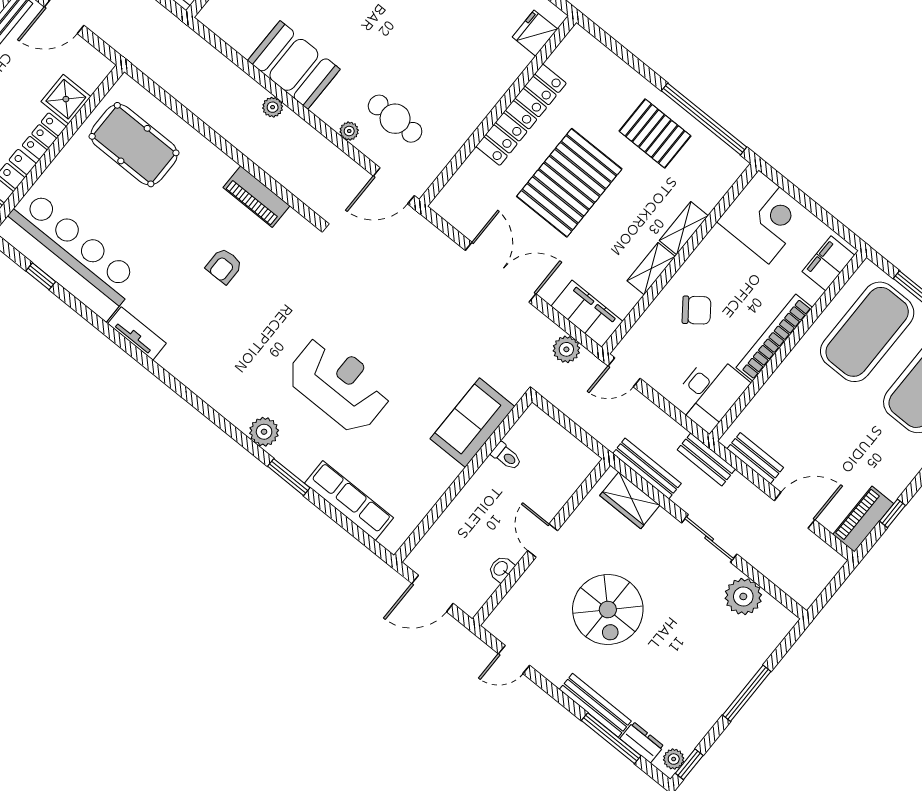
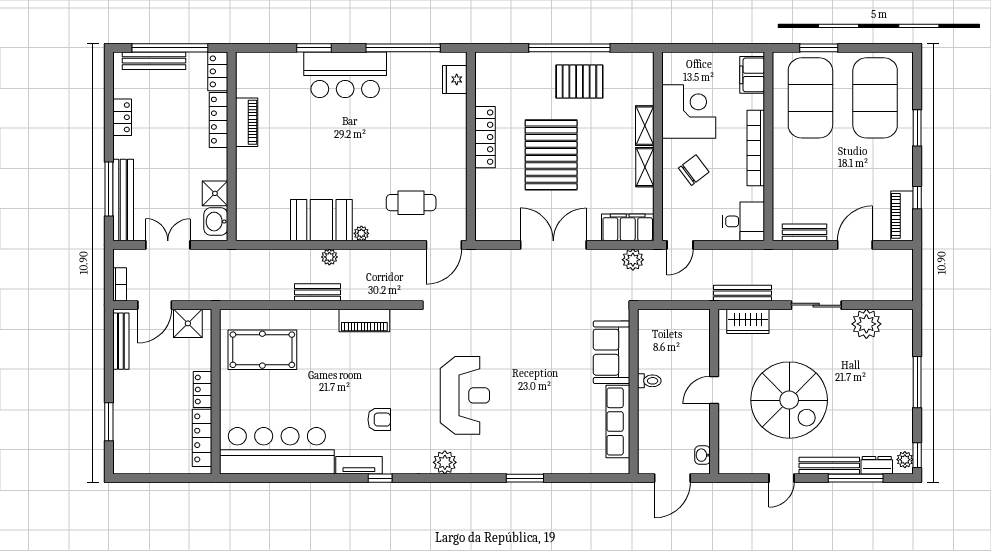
shower: (66, 99) -> (188, 323), moved
locker: (521, 115) -> (485, 137), width x0.71, depth x0.83
window: (704, 119) -> (569, 48), moved
plant: (349, 131) -> (361, 233), moved
corner desk: (764, 217) -> (689, 111), moved
armchair: (224, 266) -> (379, 420), moved, turned -90
window: (41, 276) -> (380, 478), moved
reception desk: (339, 384) -> (465, 395), moved, turned 90
desk: (710, 392) -> (743, 221), width x0.73
plant: (264, 432) -> (445, 462), moved
toilet: (506, 456) -> (649, 381), moved
bench: (706, 459) -> (317, 292), moved
row of seats: (349, 500) -> (618, 422), moved, turned -90
door: (543, 541) -> (714, 390), hinge flipped
washbasin: (501, 569) -> (702, 455), moved
spiral stairs: (608, 610) -> (789, 400), width x1.37, depth x1.37
door: (514, 660) -> (781, 478), moved

